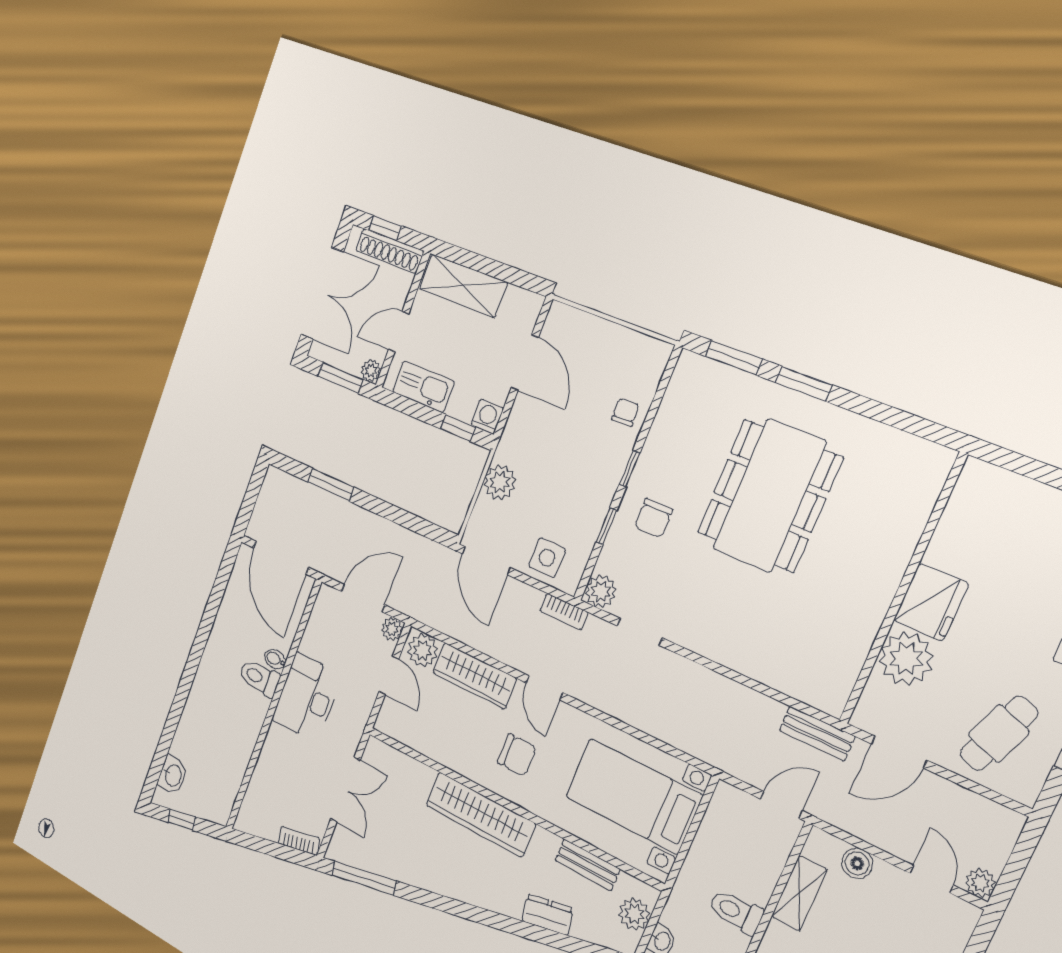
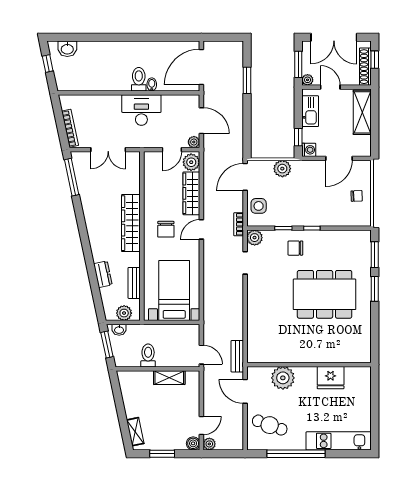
chair: (625, 412) -> (357, 196), moved
fridge: (931, 602) -> (331, 378), moved
bookcase: (299, 841) -> (70, 128), width x1.56
boiler: (857, 863) -> (193, 443), moved

